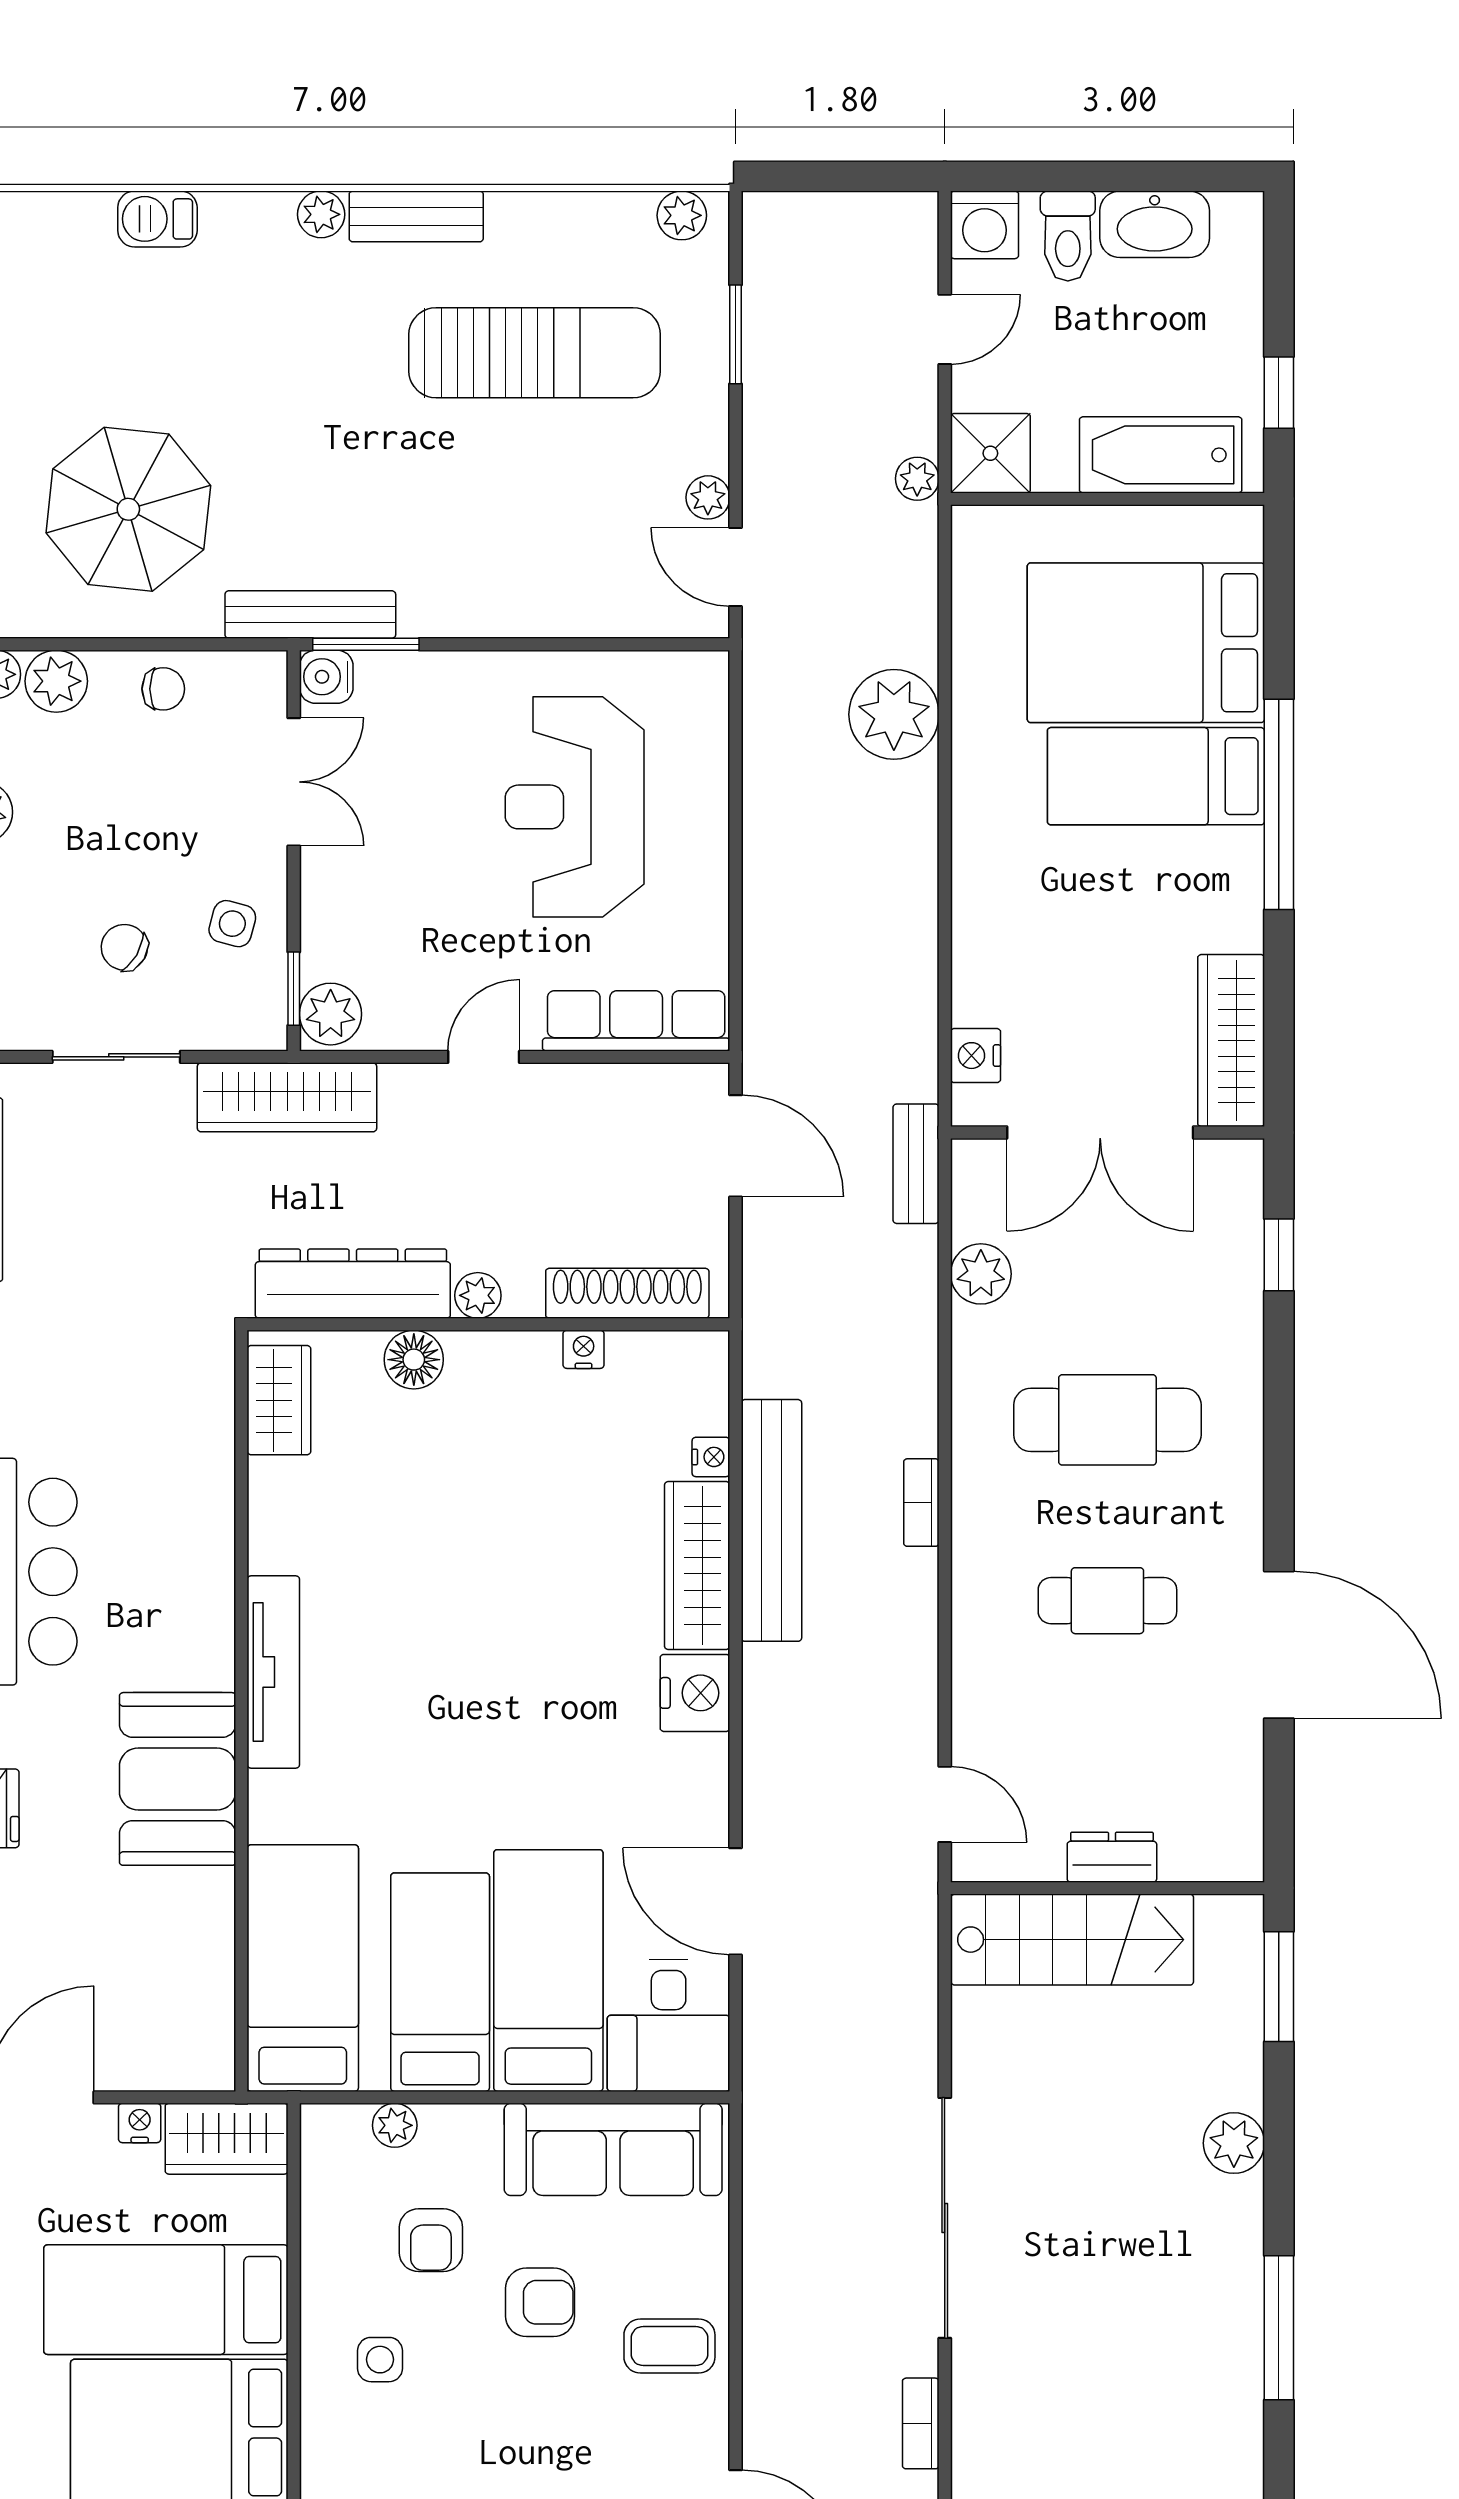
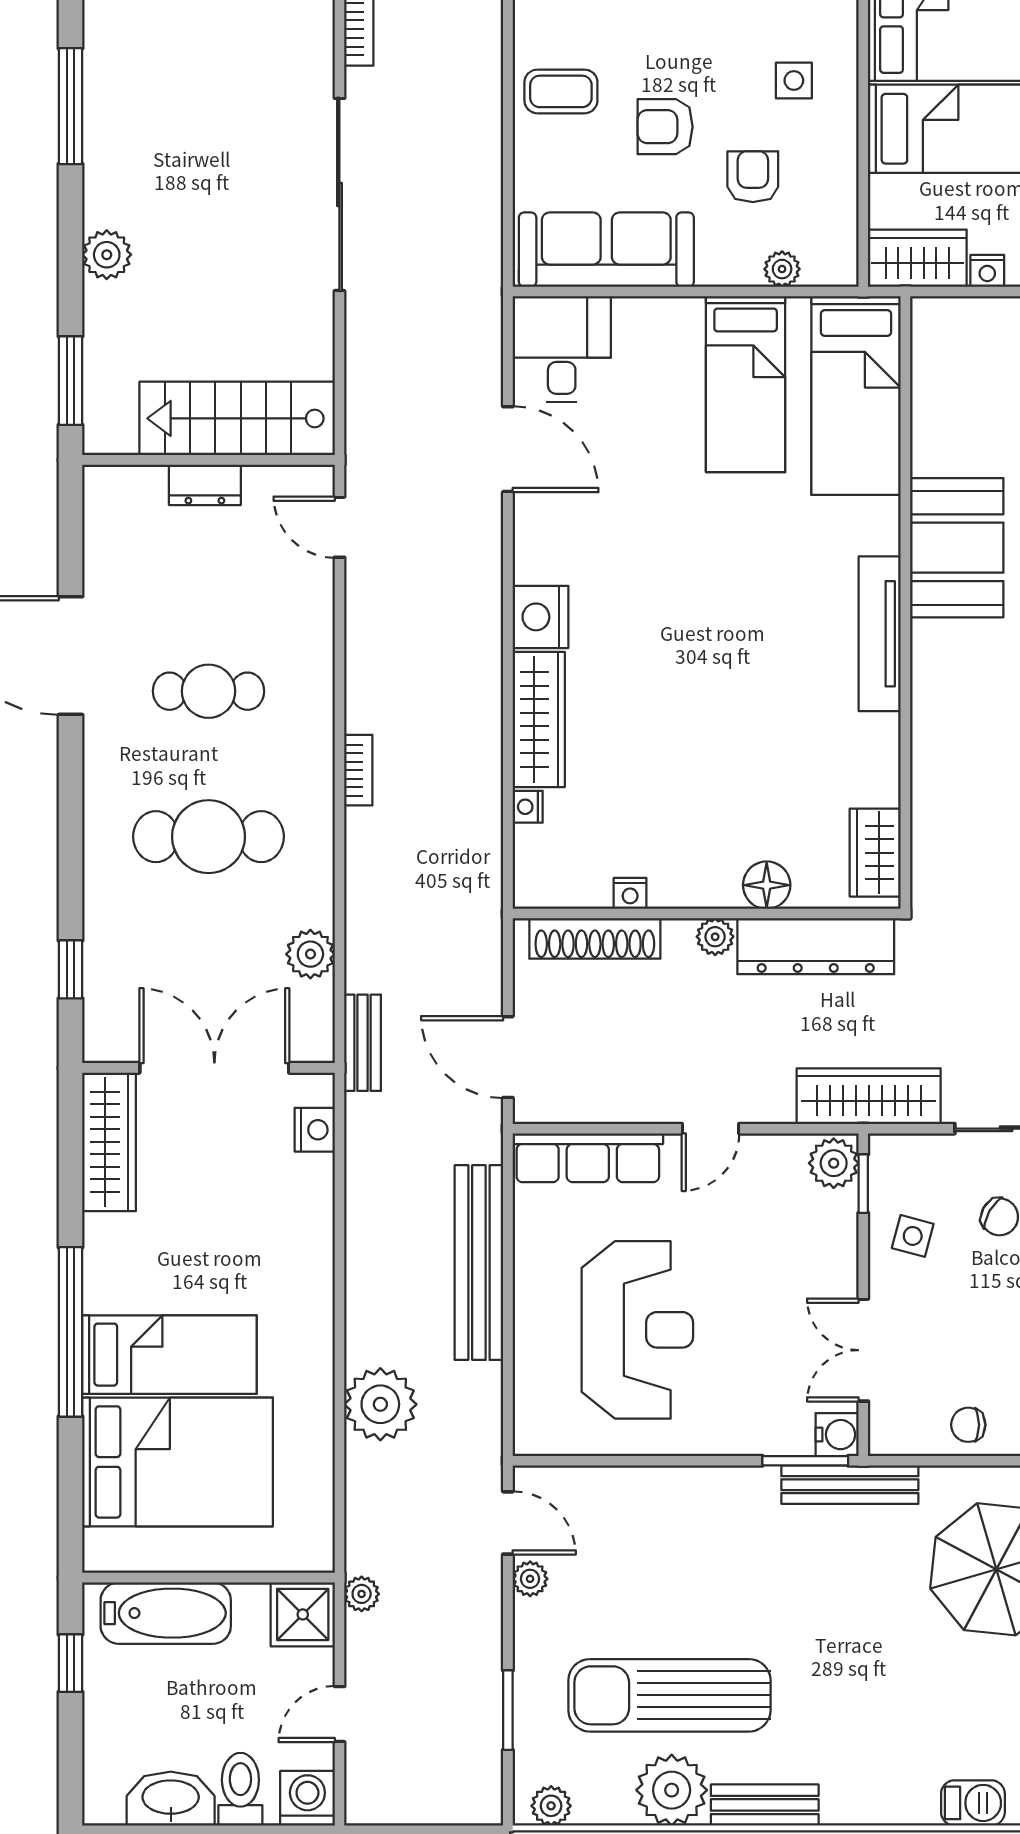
plant: (321, 214) -> (672, 1790), moved, width x1.87, depth x1.87
bench: (771, 1520) -> (479, 1263), moved
bed: (548, 1971) -> (658, 394), removed

